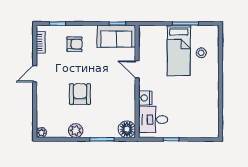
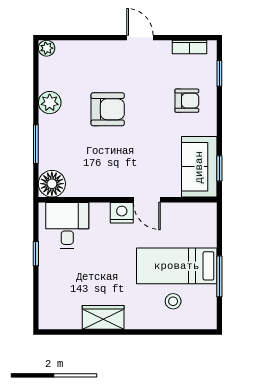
armchair: (75, 44) -> (187, 101), turned -90
door: (137, 69) -> (147, 200), swing flipped
wardrobe: (211, 97) -> (103, 317), added
nightstand: (145, 98) -> (122, 213), moved

